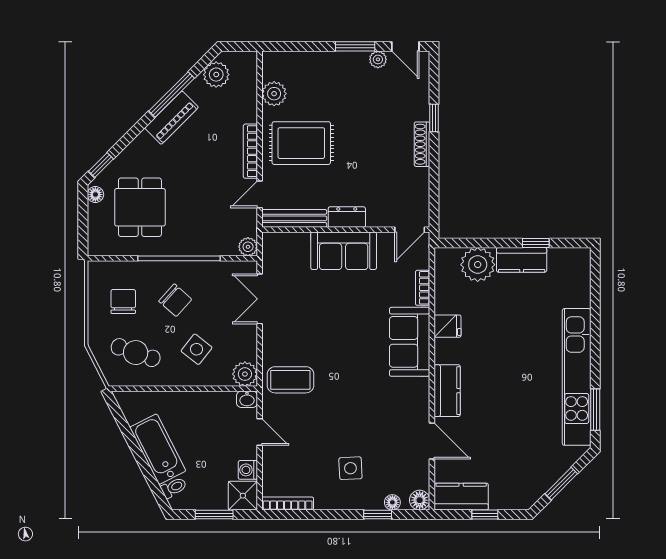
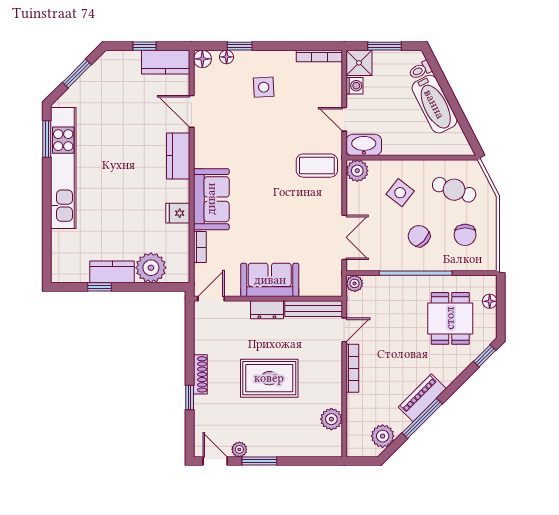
rug: (301, 143) -> (269, 378), moved
floor lamp: (95, 195) -> (490, 301), moved
washbasin: (247, 399) -> (364, 145), width x1.91, depth x1.45

